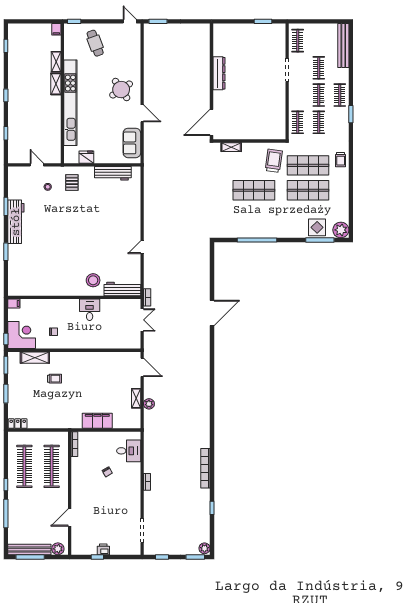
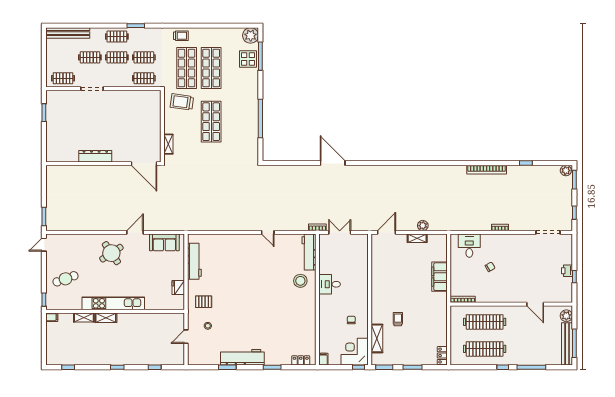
kitchen unit: (70, 103) -> (113, 303), width x0.73
locker: (13, 281) -> (301, 360), added

